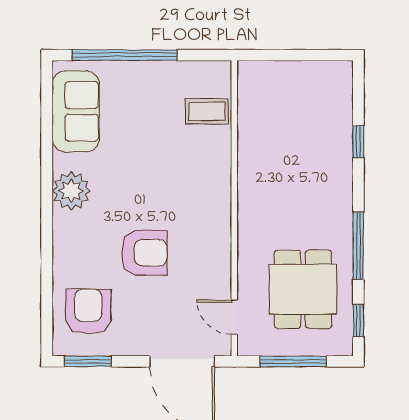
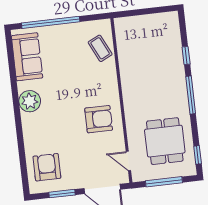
coffee table: (207, 111) -> (100, 48), turned 64
window: (358, 246) -> (191, 95), moved
armchair: (144, 253) -> (99, 119), moved
window: (88, 361) -> (62, 194), moved

